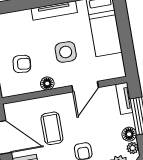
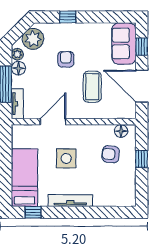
floor lamp: (47, 83) -> (121, 131), moved

